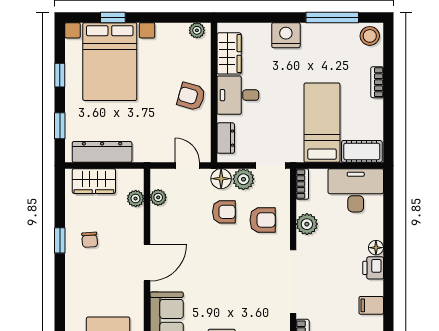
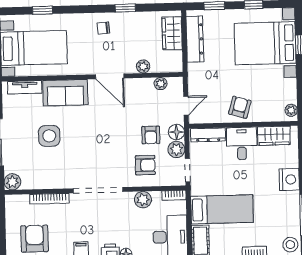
dresser: (226, 138) -> (208, 135), width x1.44
plant: (136, 199) -> (143, 66), moved
armchair: (263, 220) -> (145, 165), turned -90
chair: (90, 240) -> (103, 28), moved

